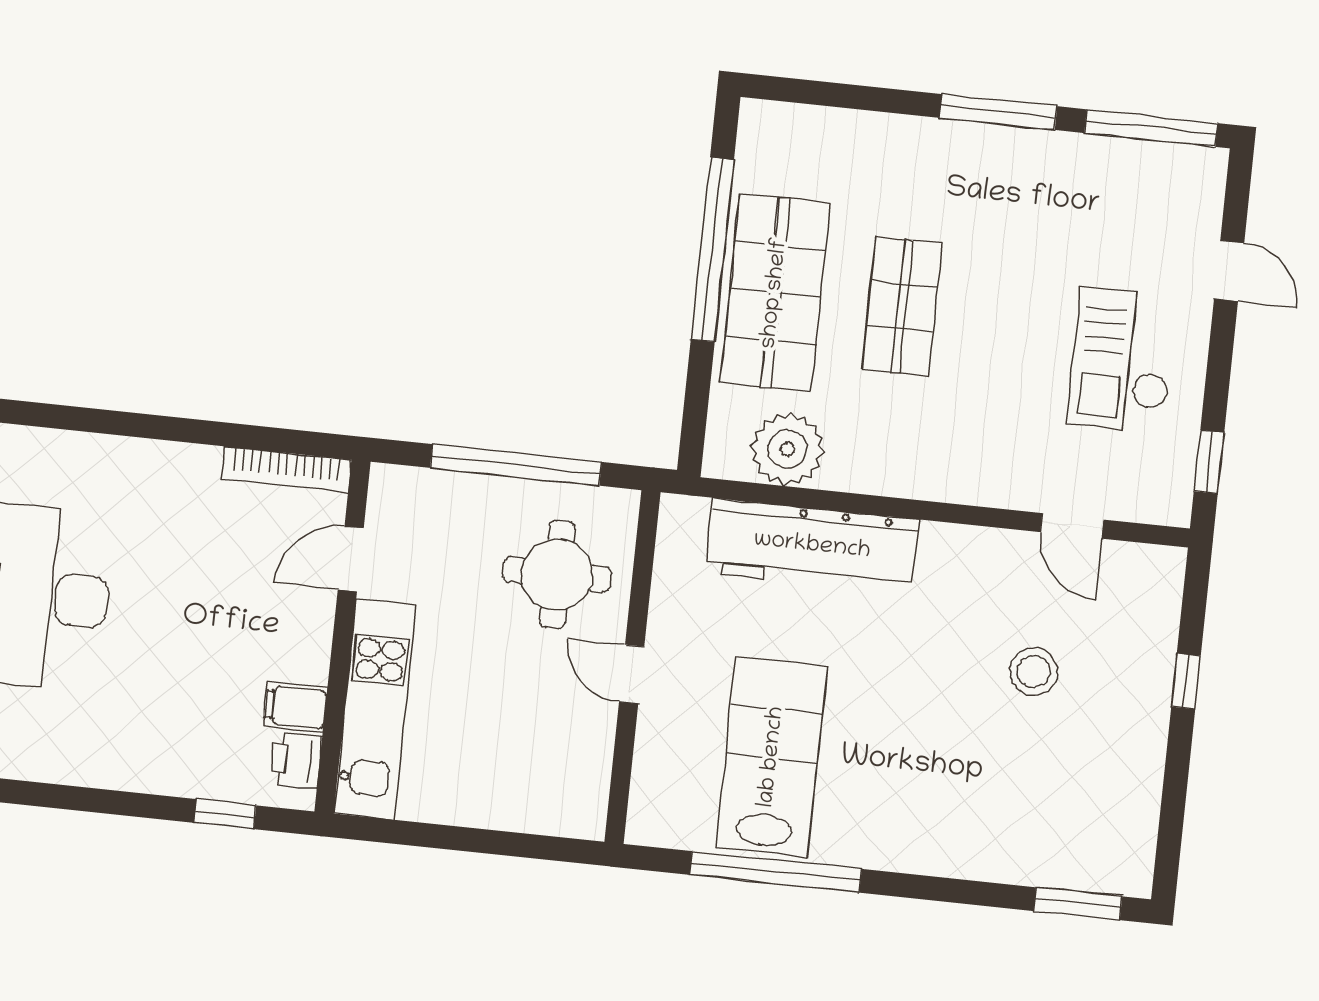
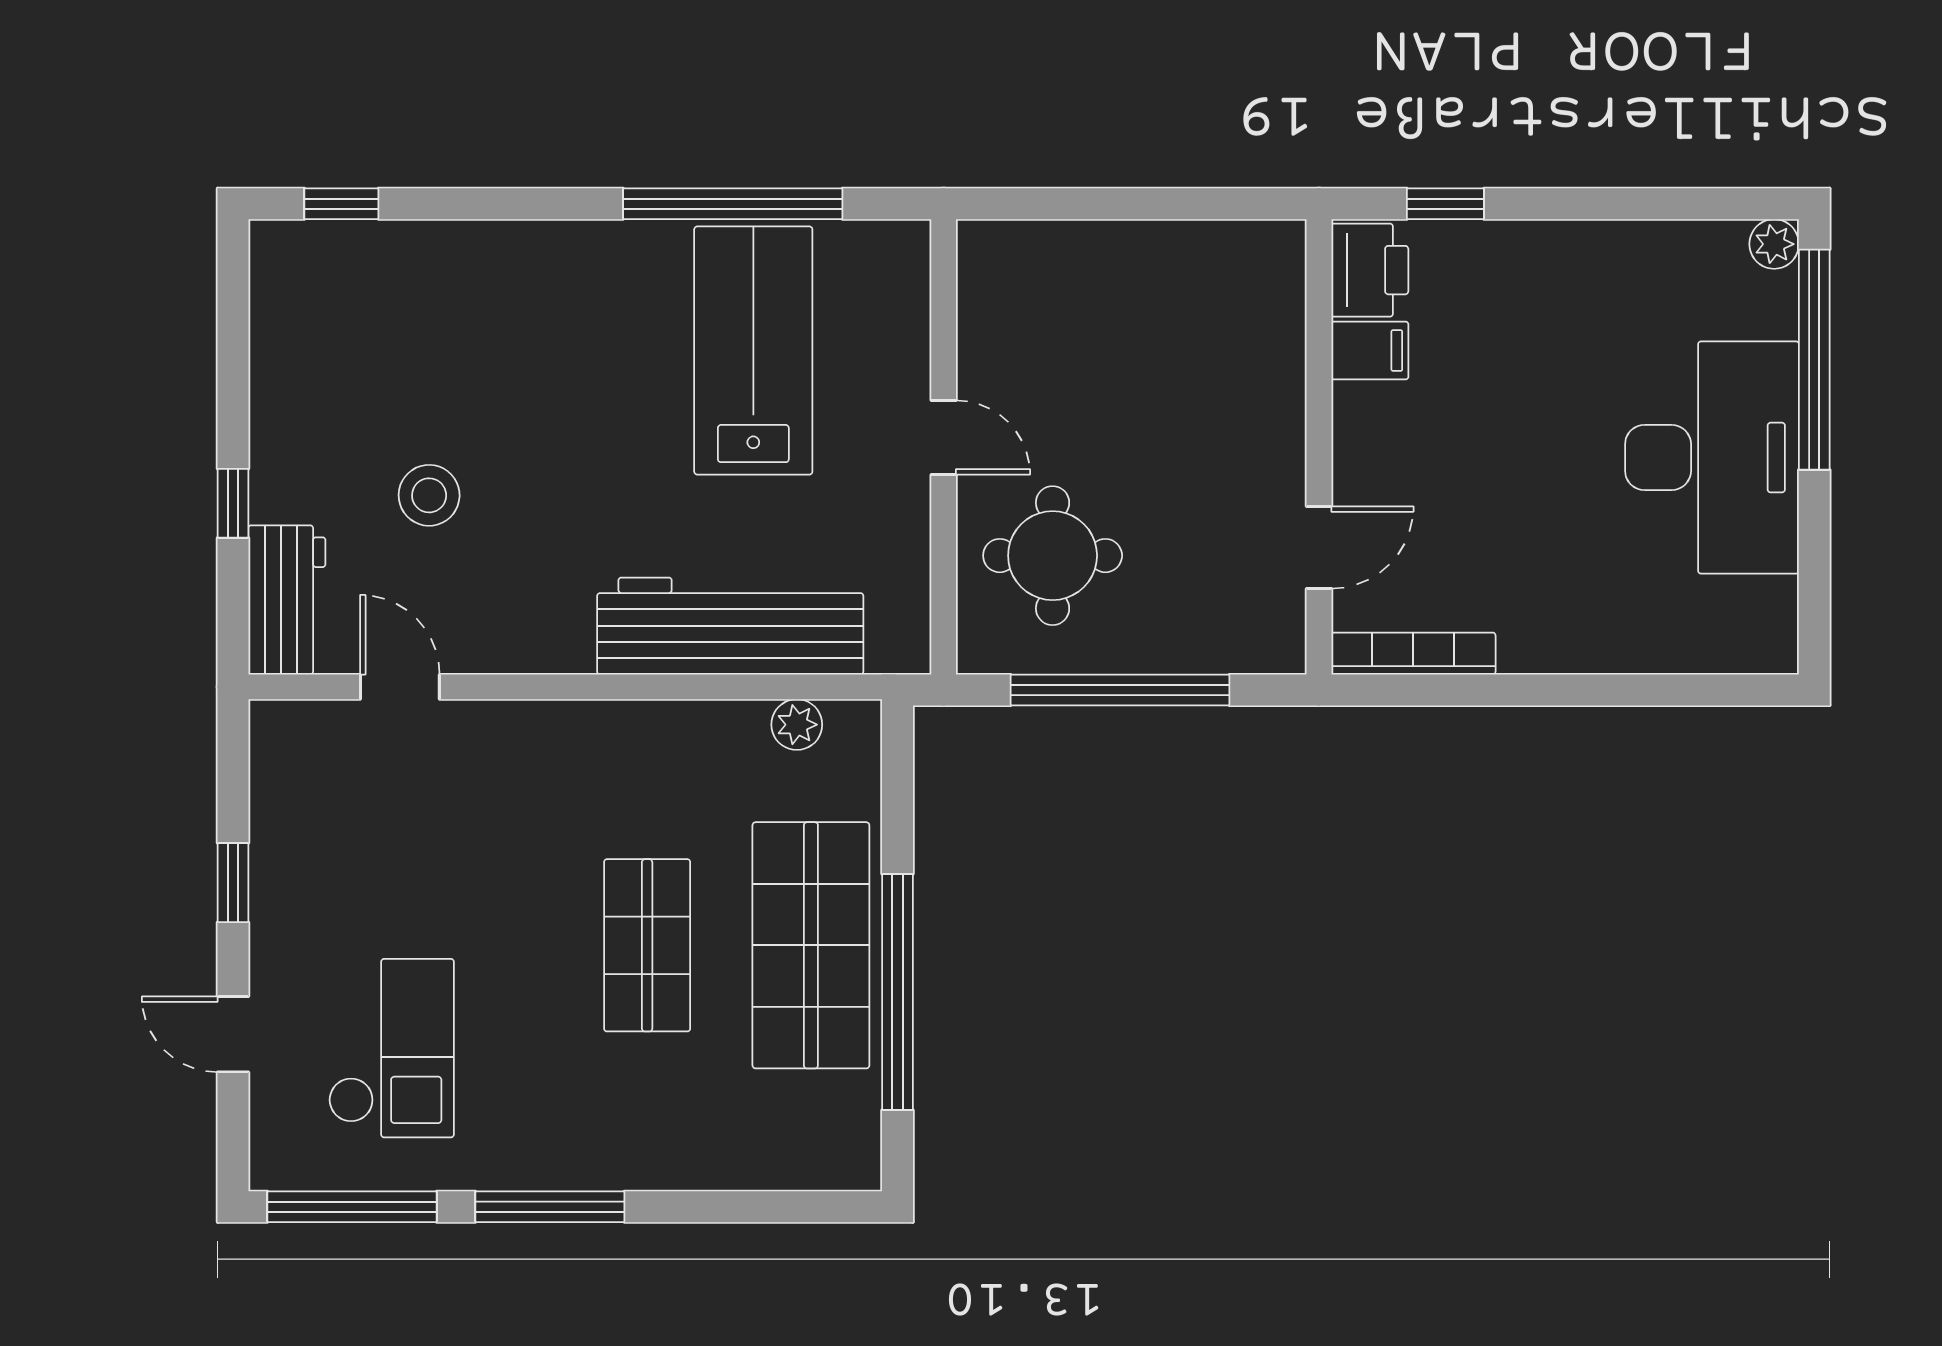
checkout: (1122, 360) -> (391, 1048), moved
plant: (787, 449) -> (797, 725), width x0.53, depth x0.53
window: (1209, 462) -> (233, 883), moved
workbench: (1152, 602) -> (287, 600), added
kitchen unit: (375, 709) -> (1268, 358), removed
lab bench: (772, 757) -> (753, 351), turned 180
printer: (296, 760) -> (1370, 270), width x1.36, depth x1.24
window: (1078, 904) -> (341, 204), width x0.67

